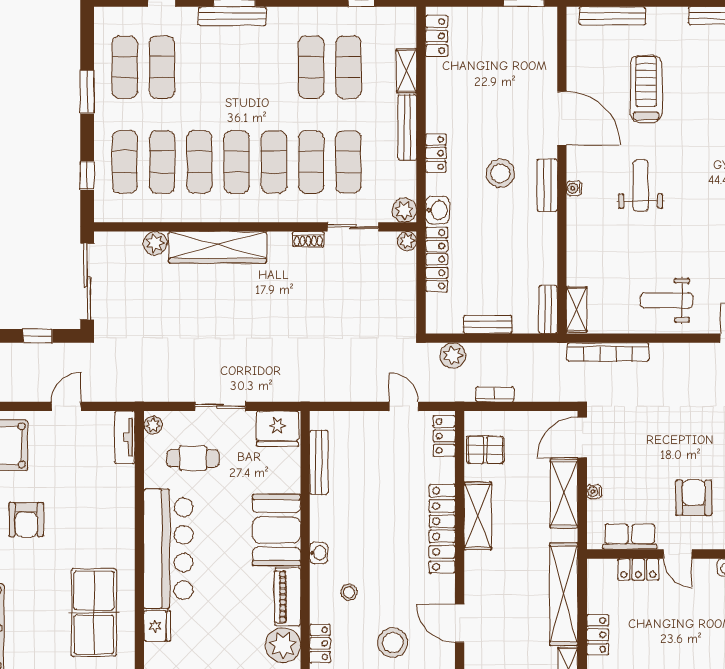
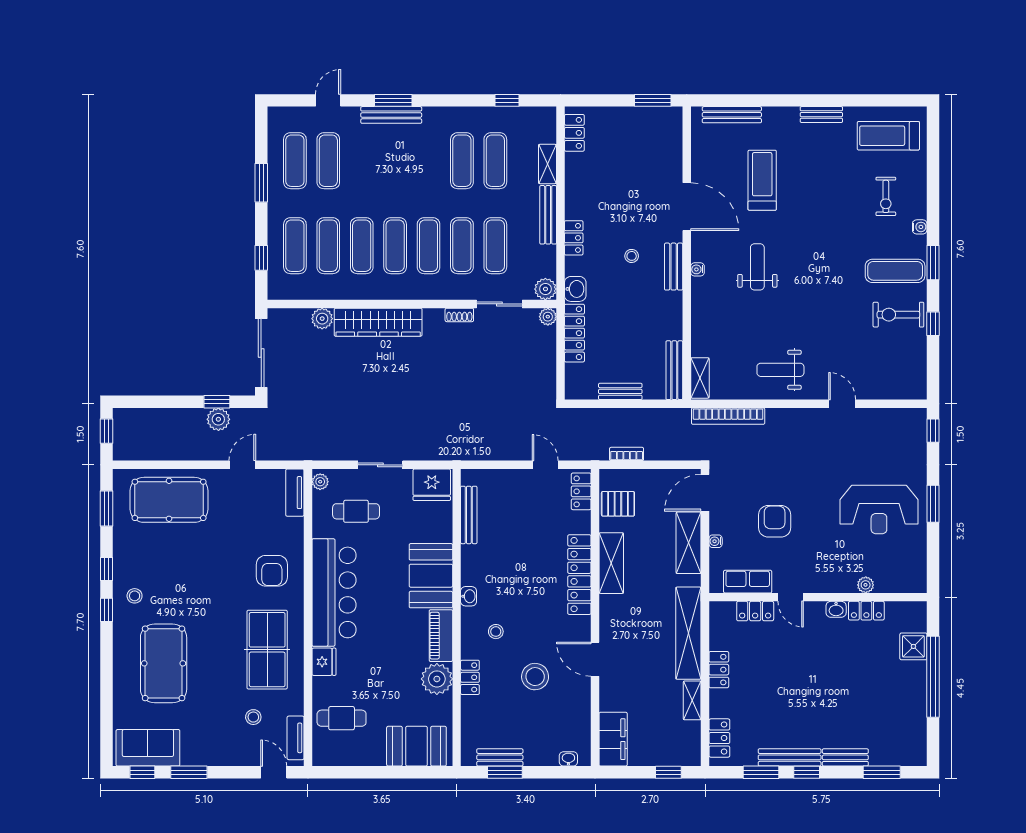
stool: (500, 173) -> (632, 256), width x0.53, depth x0.53
bench: (548, 310) -> (674, 370), width x1.36
plant: (453, 356) -> (218, 419), moved
armchair: (694, 498) -> (775, 521), moved
armchair: (26, 520) -> (272, 571), moved

